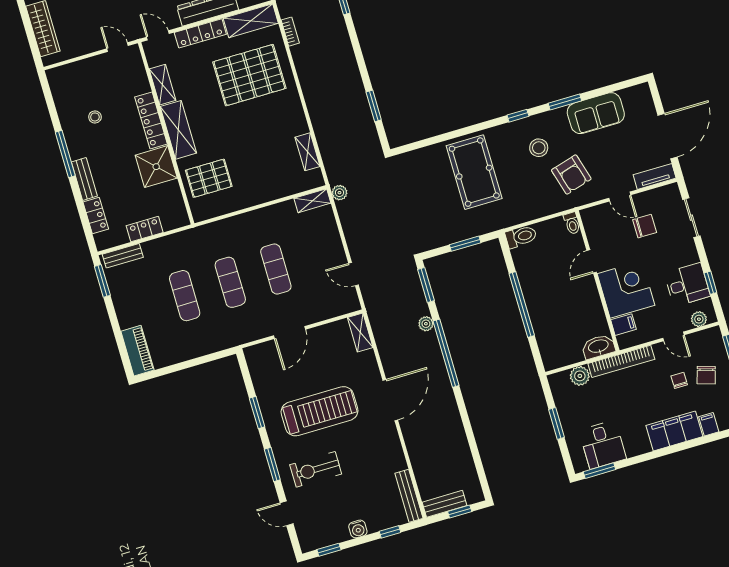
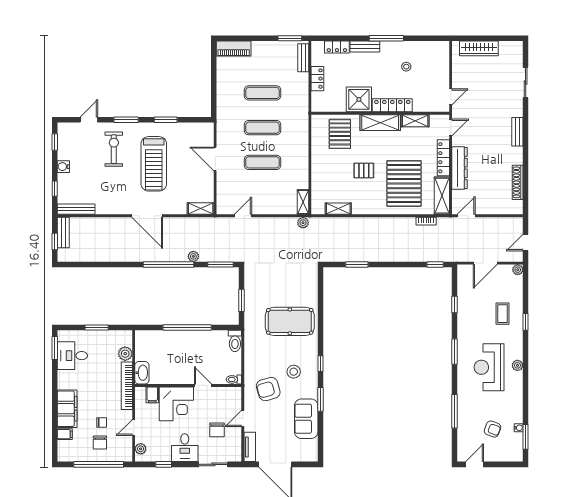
pallet: (248, 133) -> (364, 171), added
desk: (687, 285) -> (185, 448), moved
chair: (706, 375) -> (100, 442), turned -107

